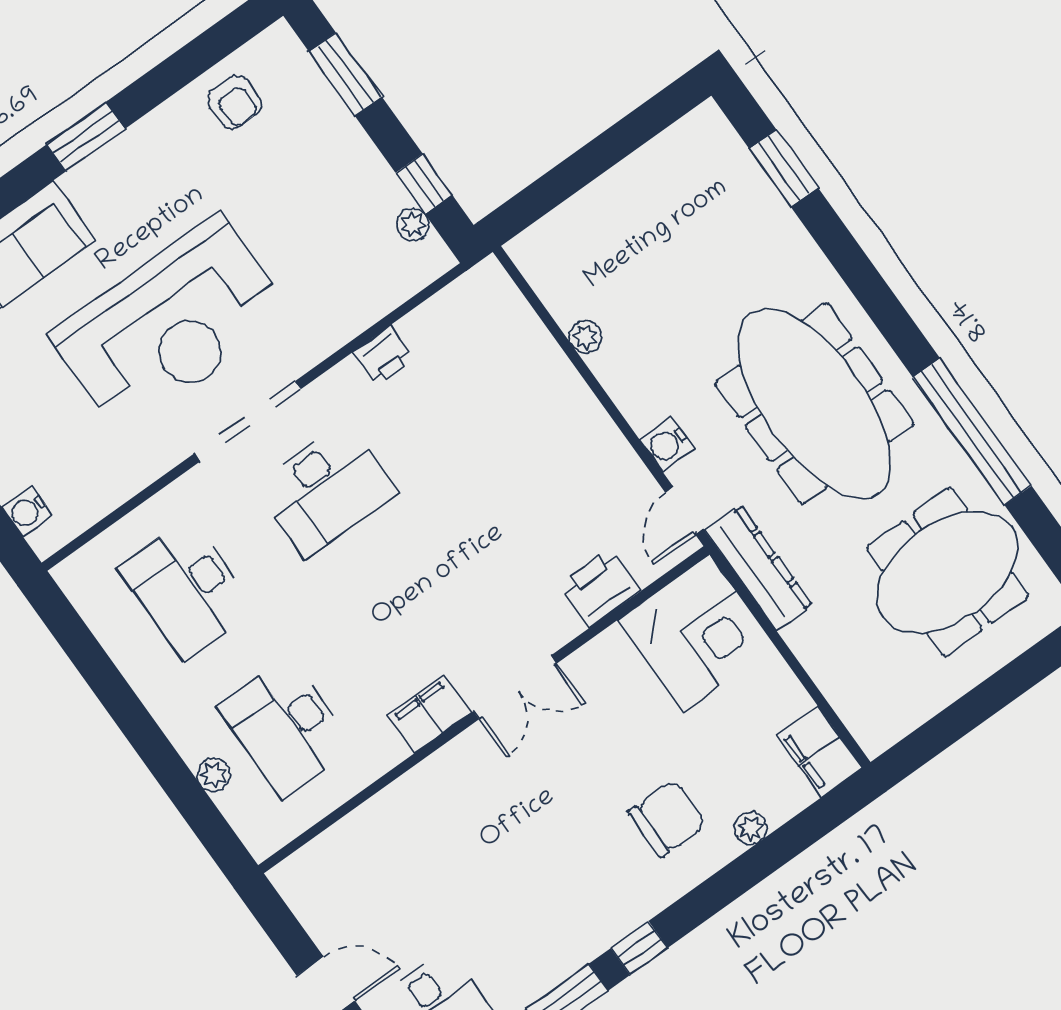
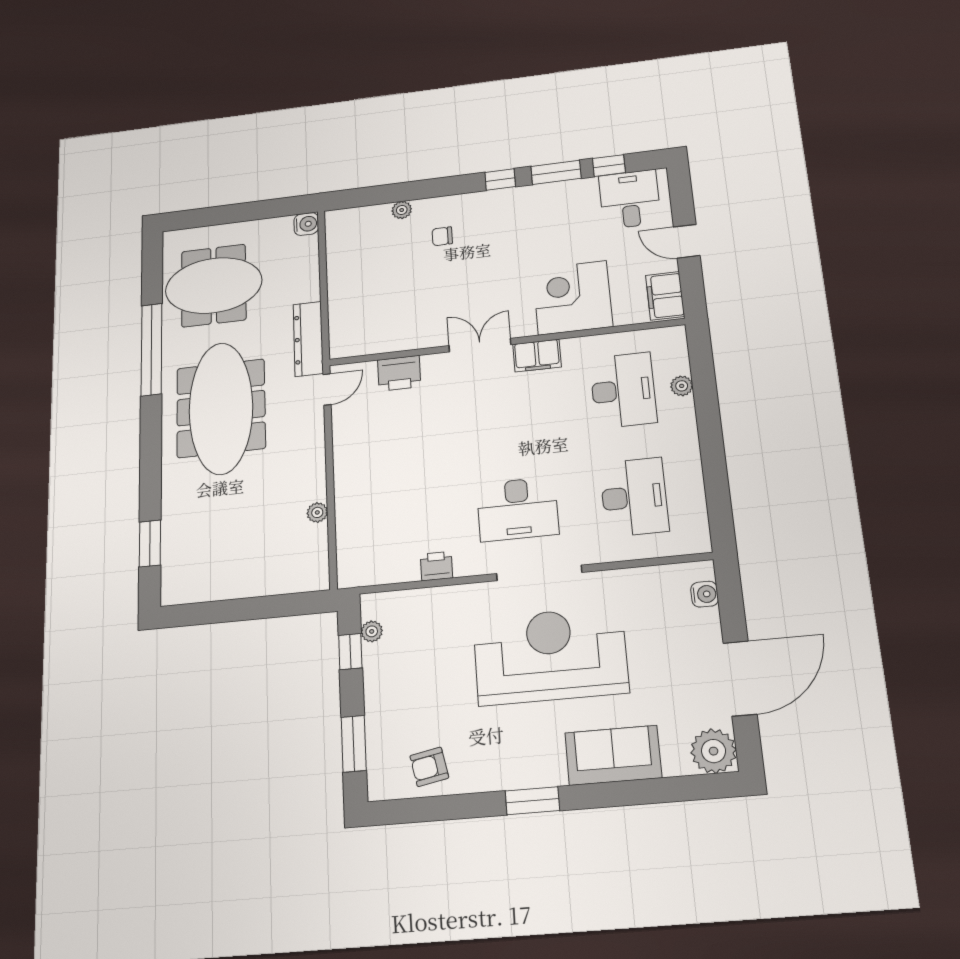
armchair: (234, 102) -> (429, 767), turned -101
water cooler: (667, 444) -> (306, 224), moved
desk: (326, 489) -> (518, 509), turned 180
corner desk: (696, 633) -> (573, 298), moved
filing cabinet: (819, 752) -> (665, 296), moved, turned 180
chair: (667, 819) -> (442, 236), width x0.54, depth x0.54

